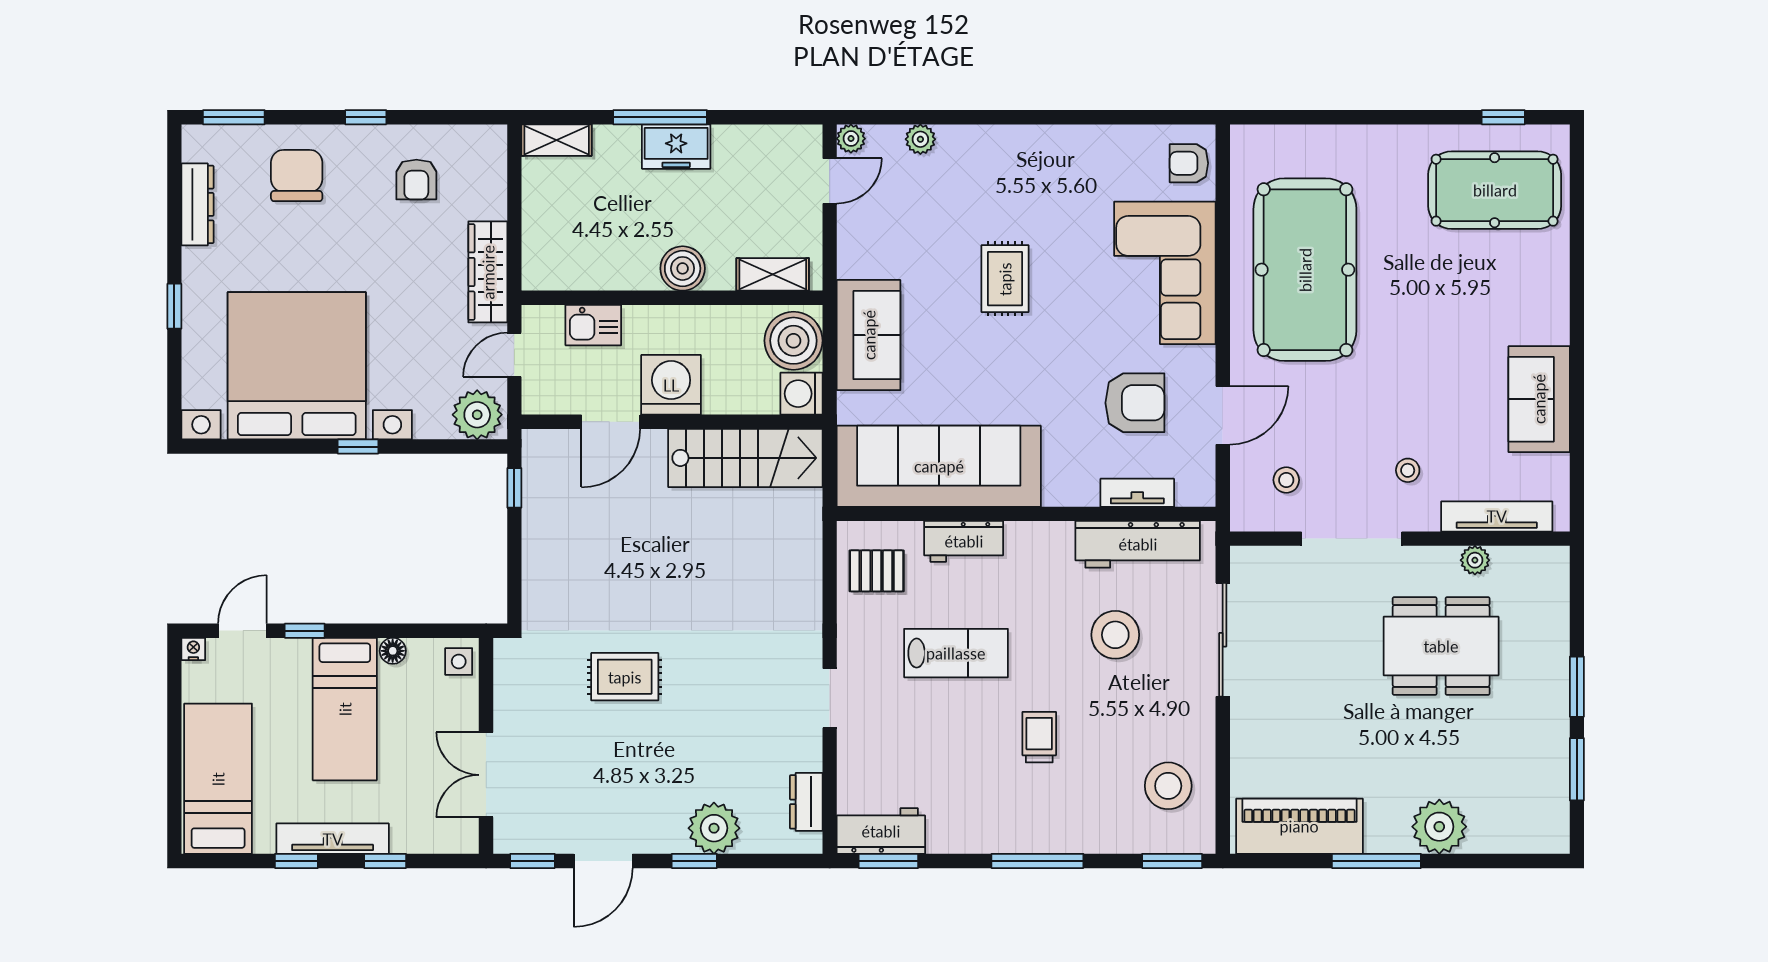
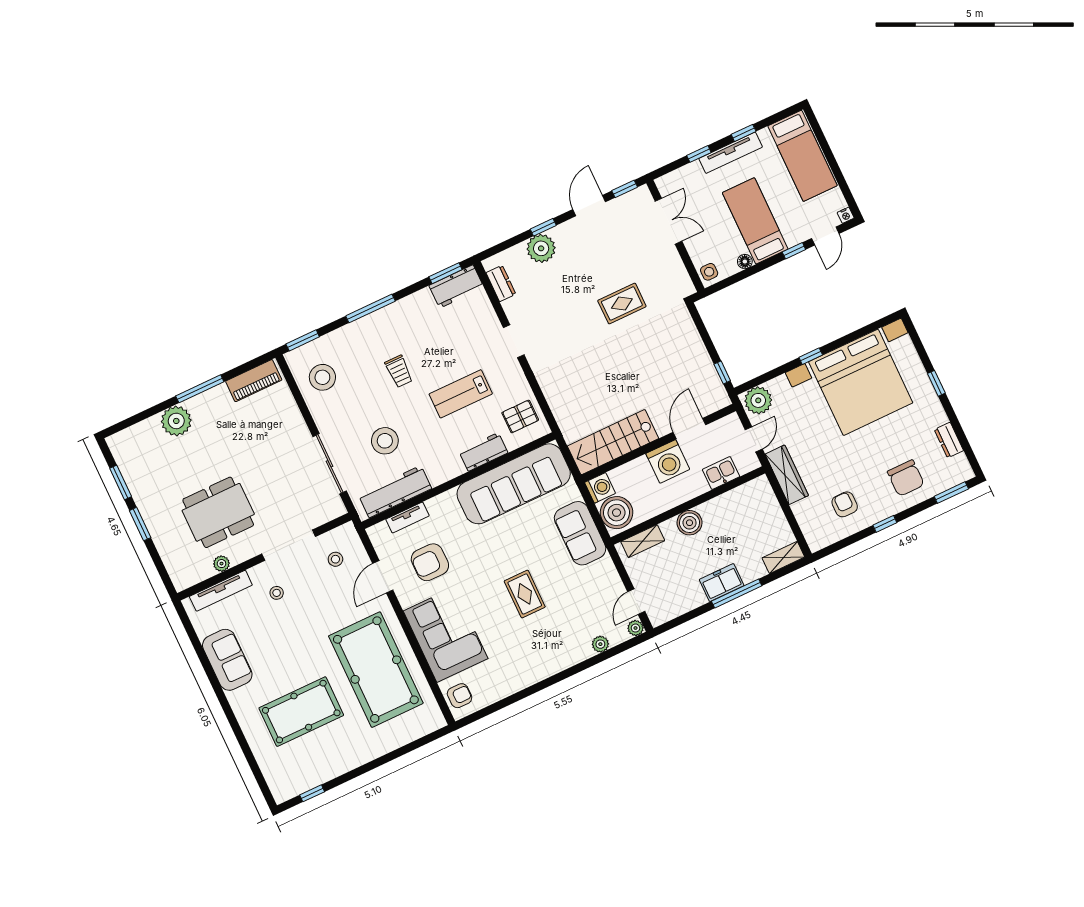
pool table: (1495, 190) -> (301, 712), moved
dresser: (198, 204) -> (949, 440), width x0.70
piano: (1299, 826) -> (254, 381), width x0.73, depth x0.75

